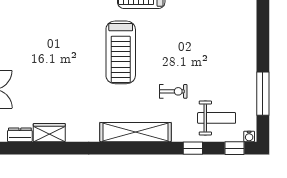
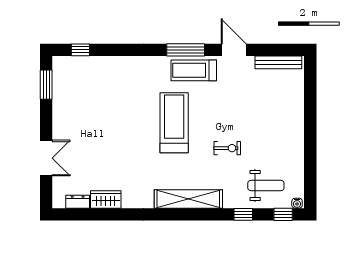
treadmill: (121, 52) -> (174, 123), turned 180
exercise bike: (173, 91) -> (227, 148), moved
window: (263, 94) -> (310, 162), removed

